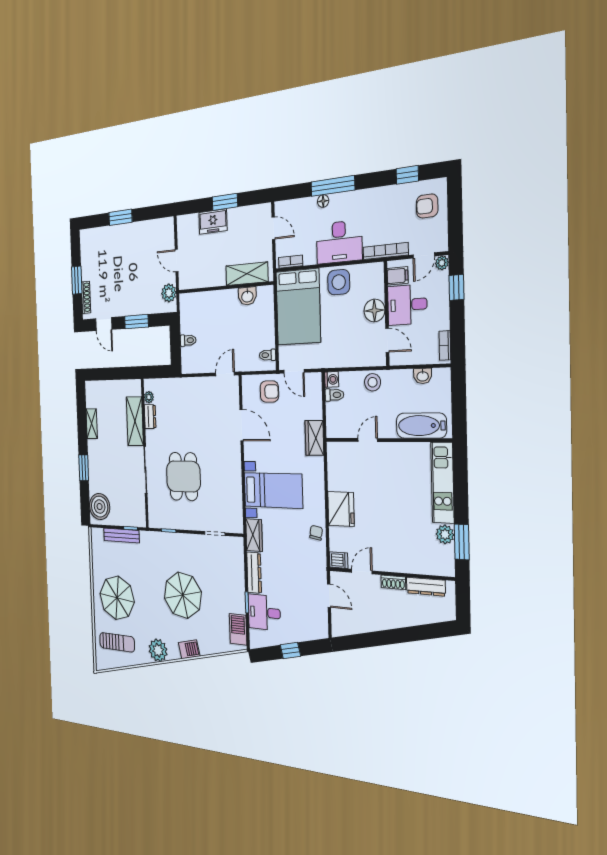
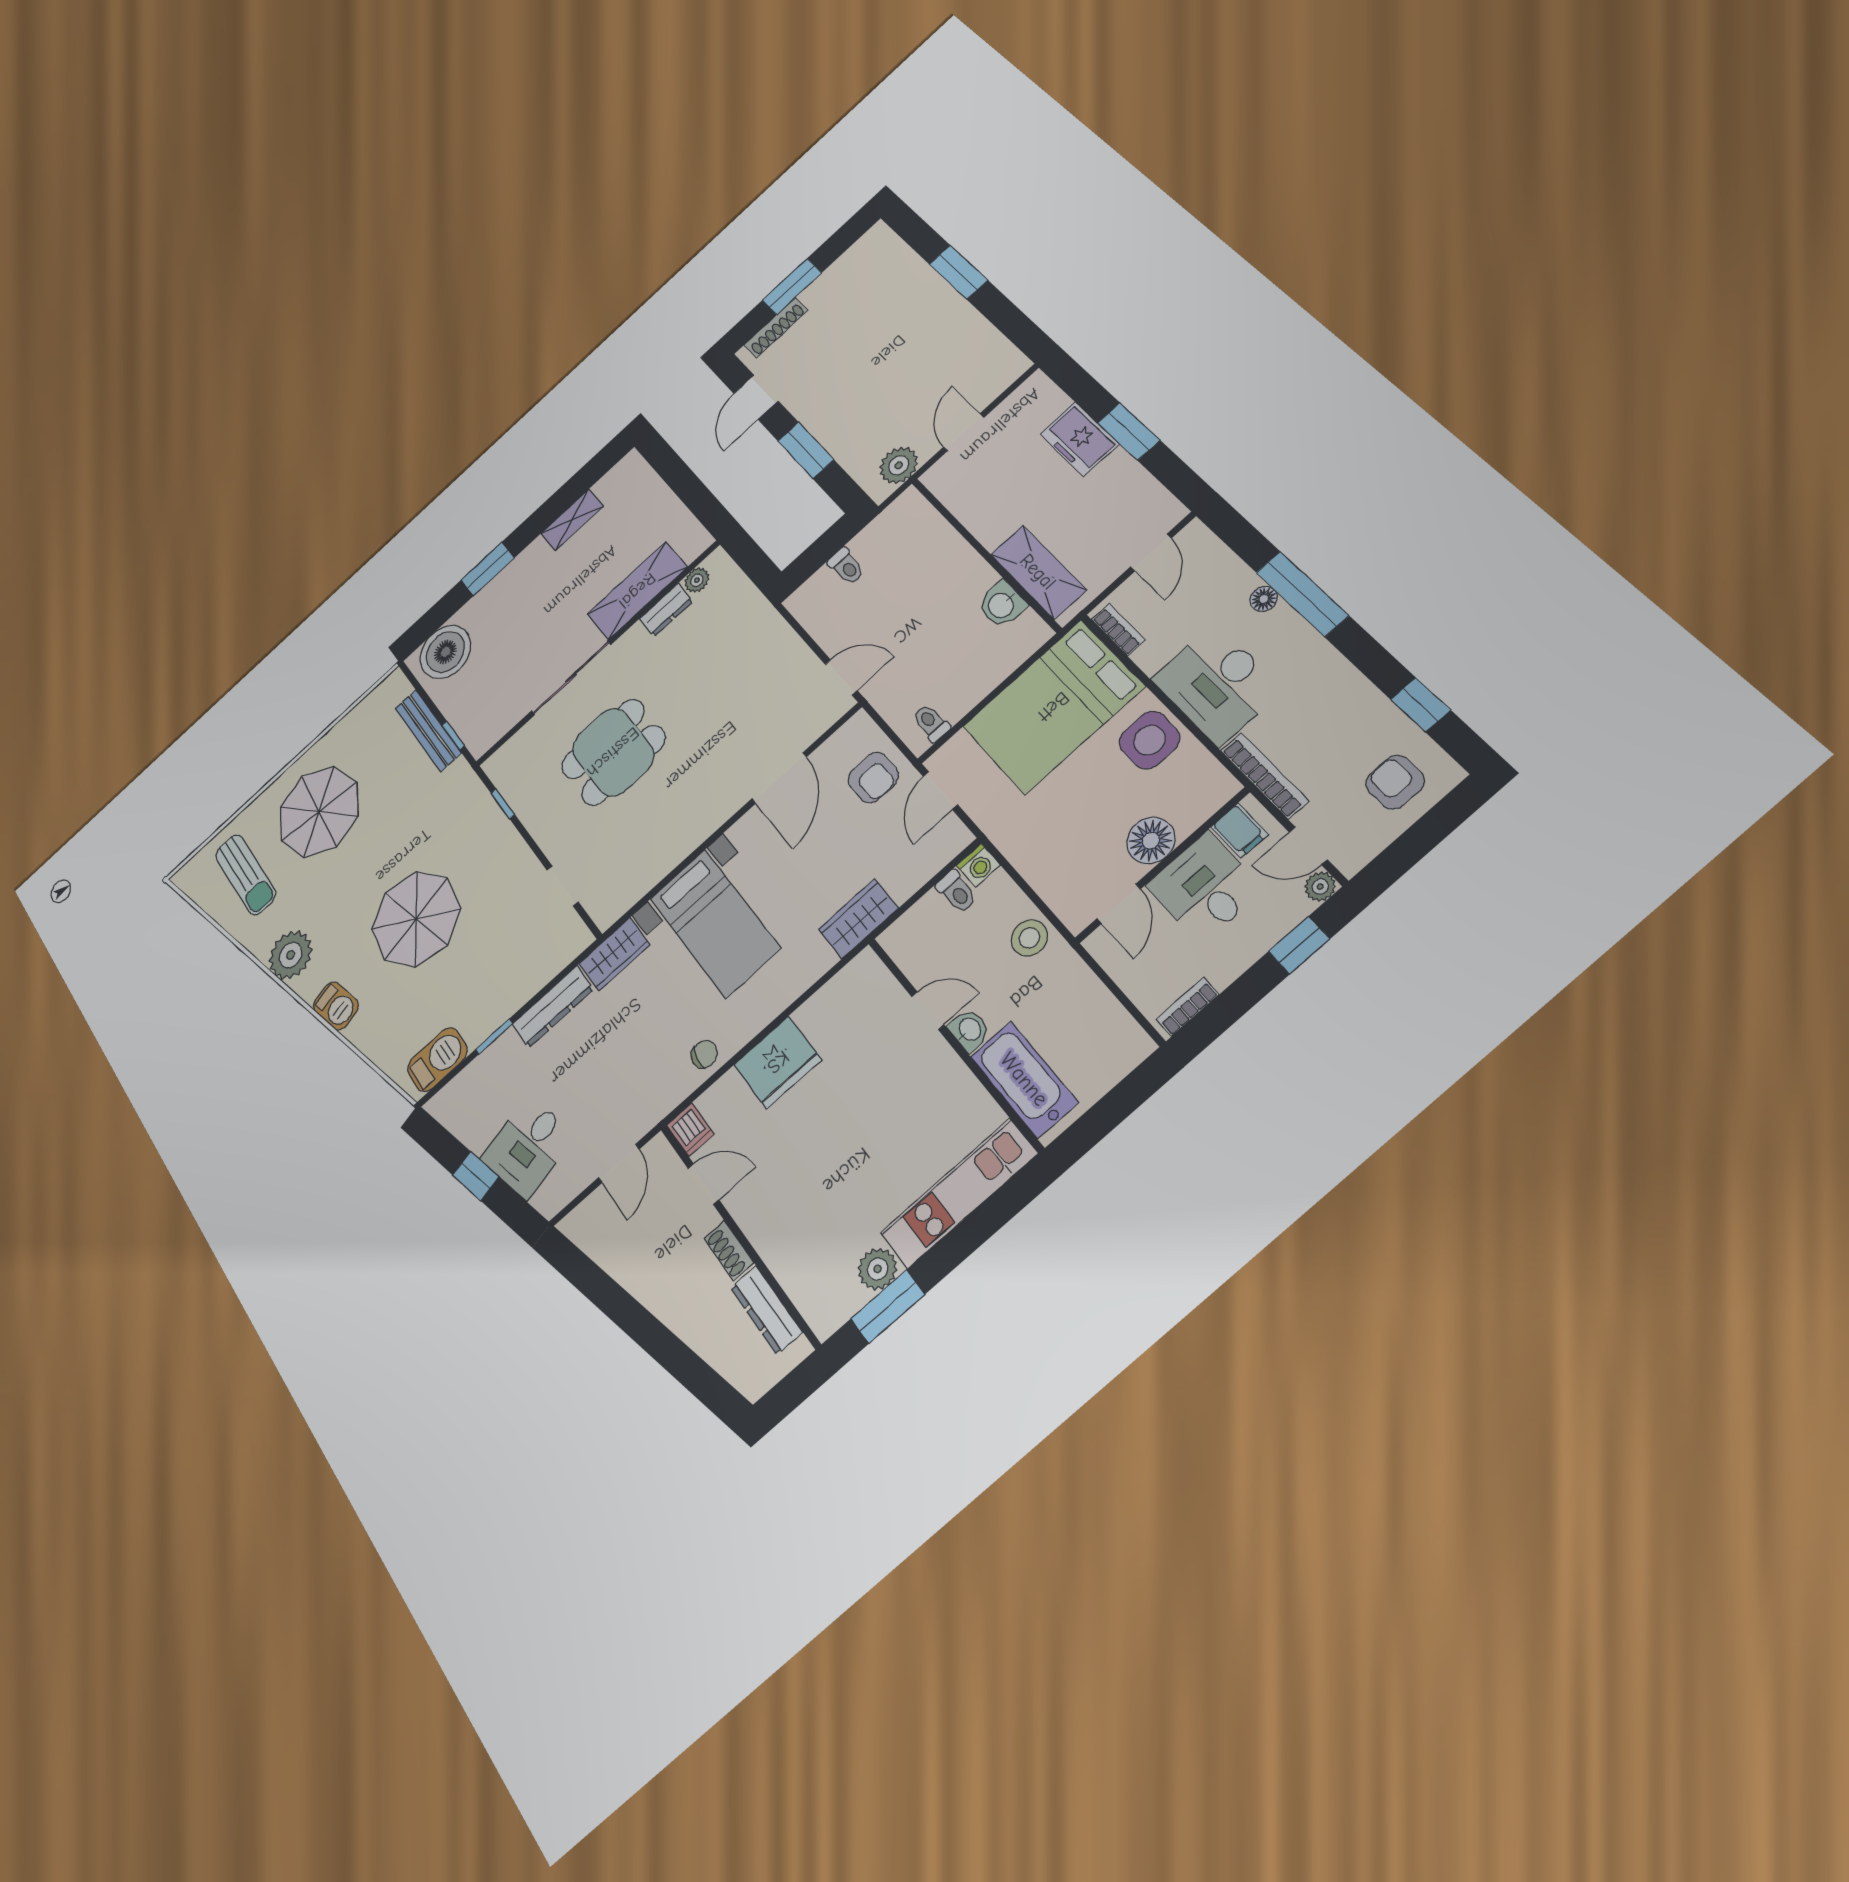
washbasin: (423, 376) -> (969, 1030), moved, turned 180
desk: (264, 612) -> (528, 1147), moved, turned -103

